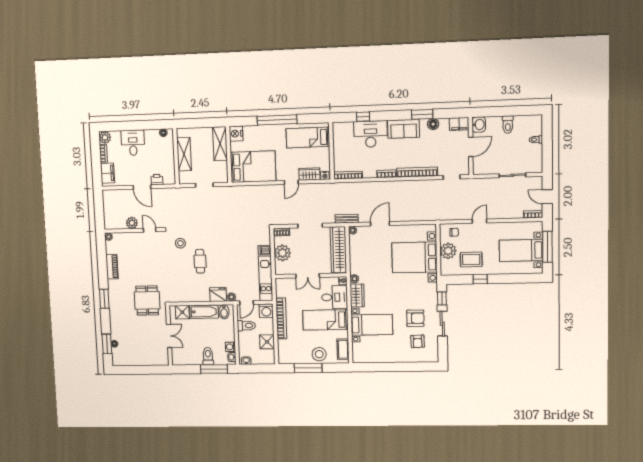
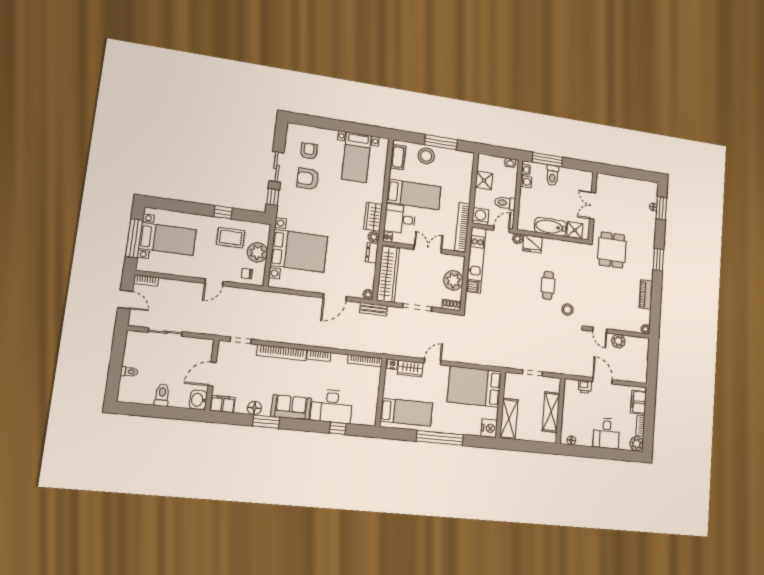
dresser: (354, 265) -> (372, 253), added
bidet: (224, 312) -> (528, 223), removed
bookcase: (281, 318) -> (462, 227), moved
bed with nightstands: (372, 325) -> (356, 157), moved, turned -90

